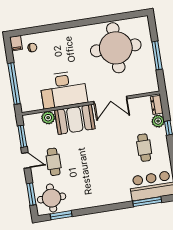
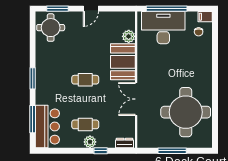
desk: (63, 90) -> (163, 28), moved, turned 90
plant: (158, 121) -> (90, 142), moved
window: (22, 136) -> (115, 9), removed
cafe table: (54, 162) -> (85, 80), moved
window: (61, 215) -> (33, 78), moved

